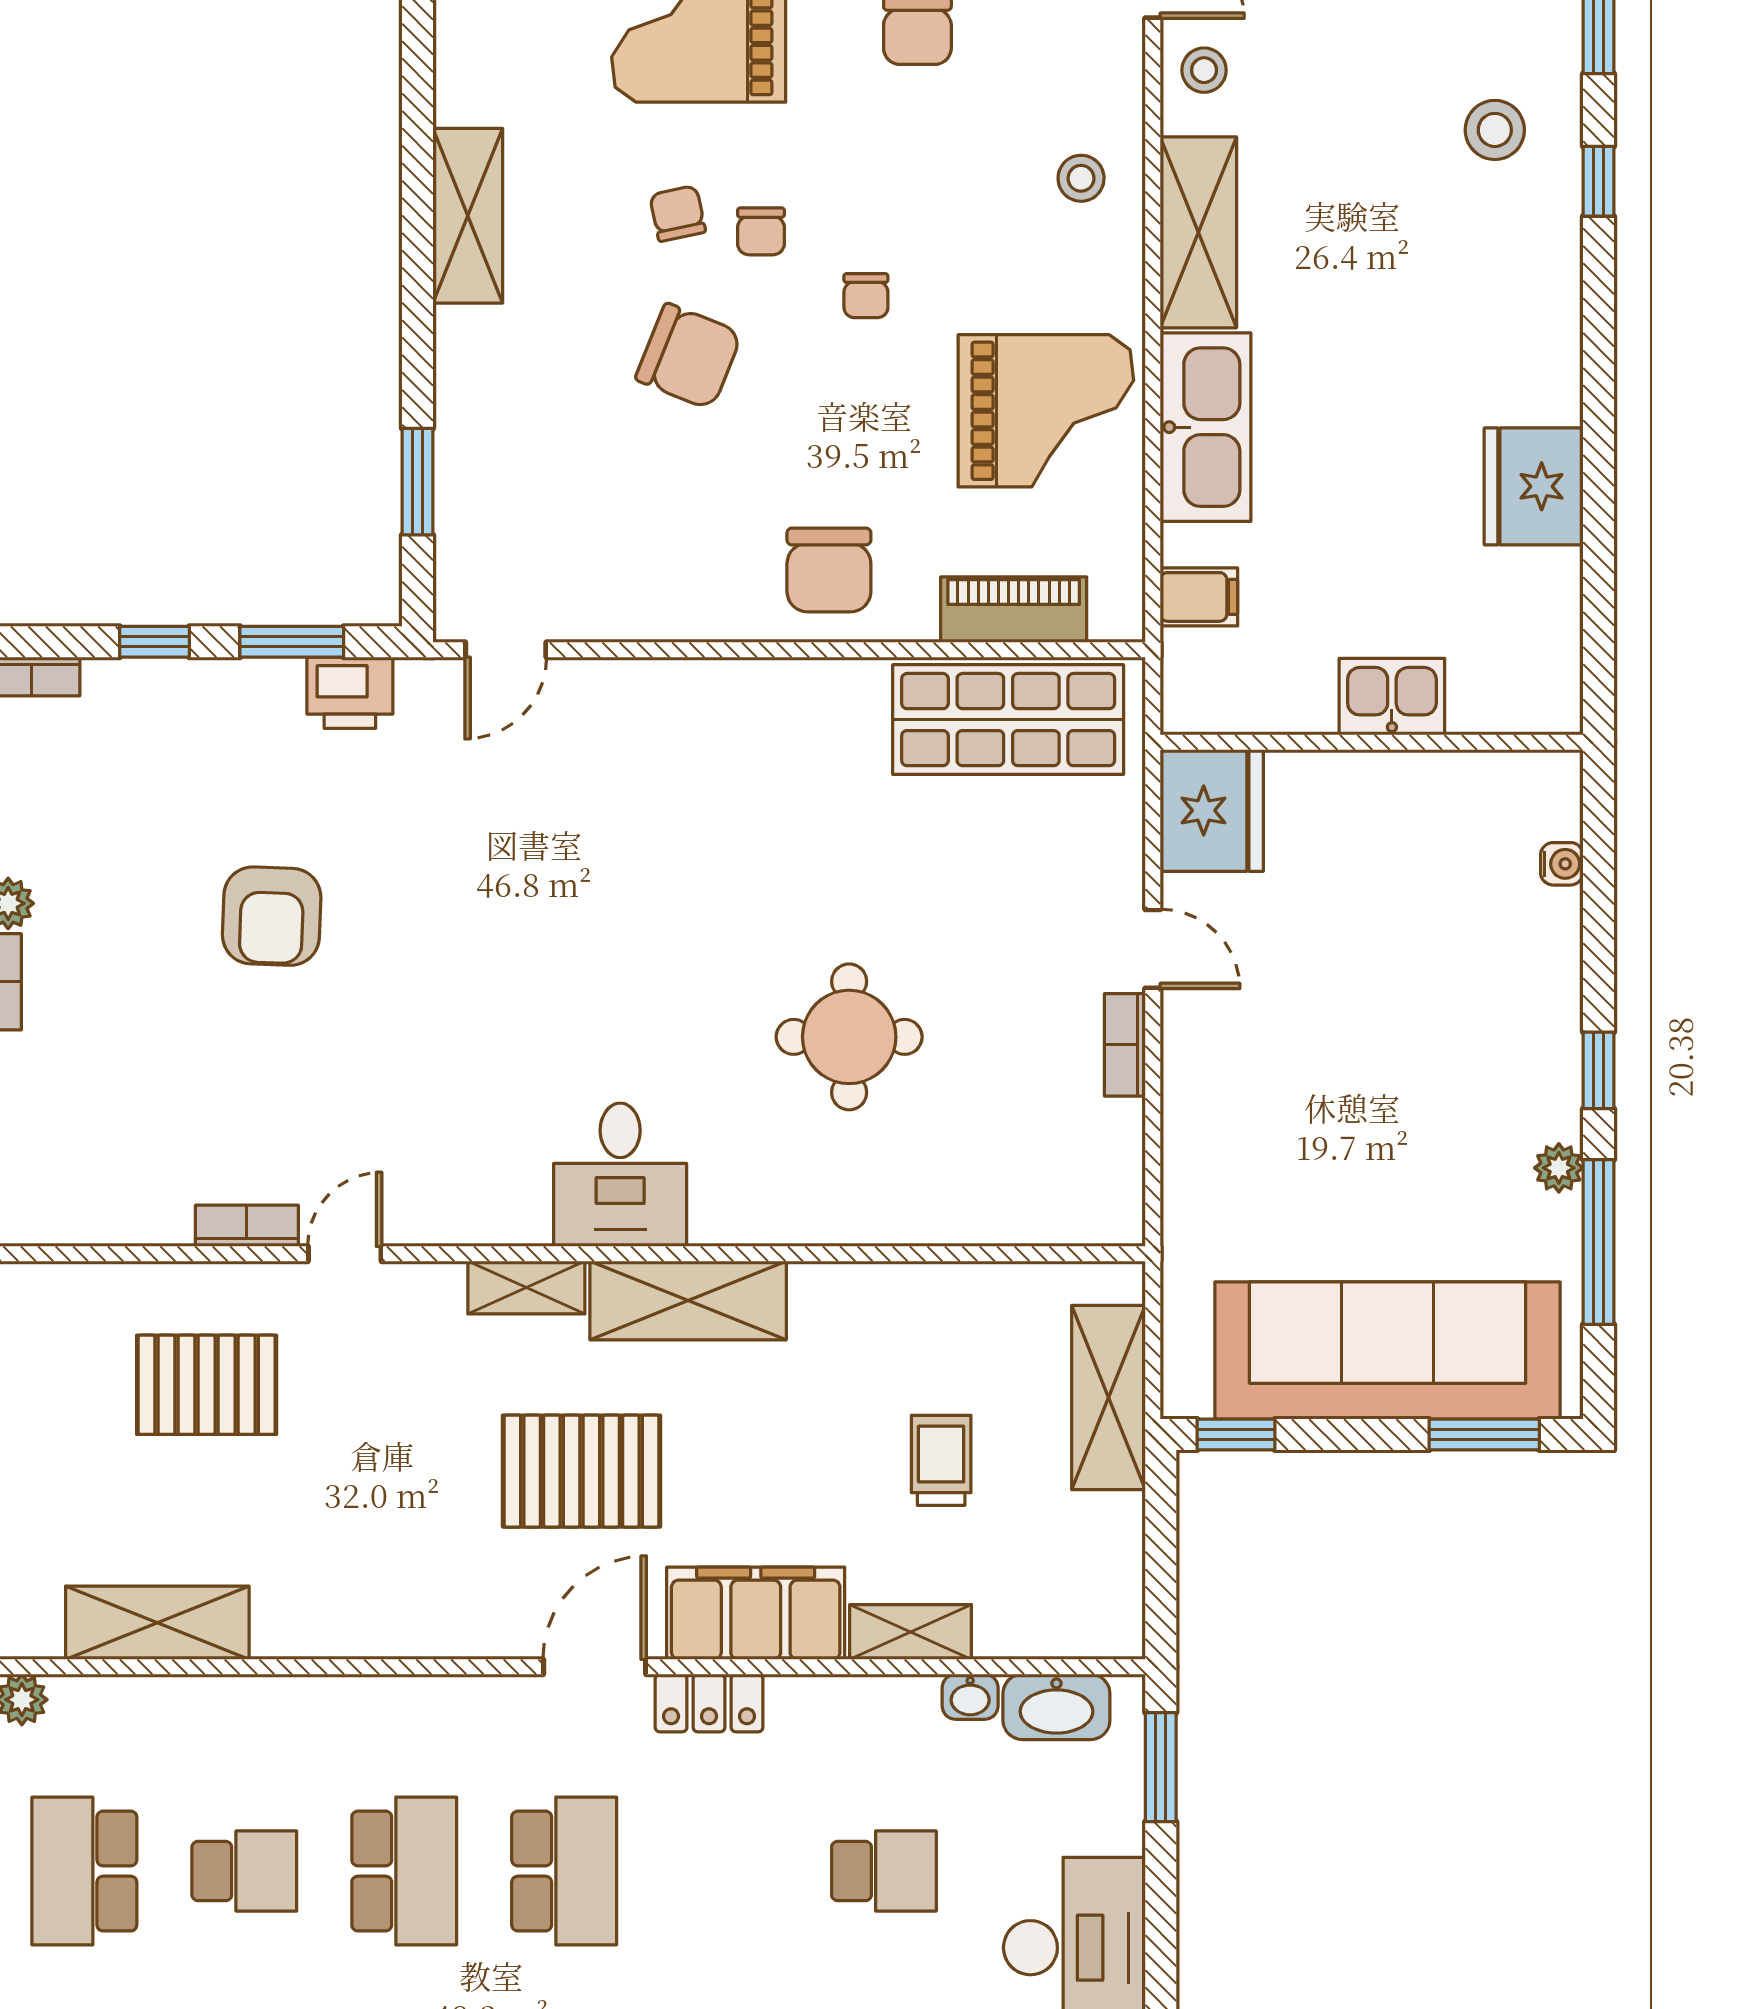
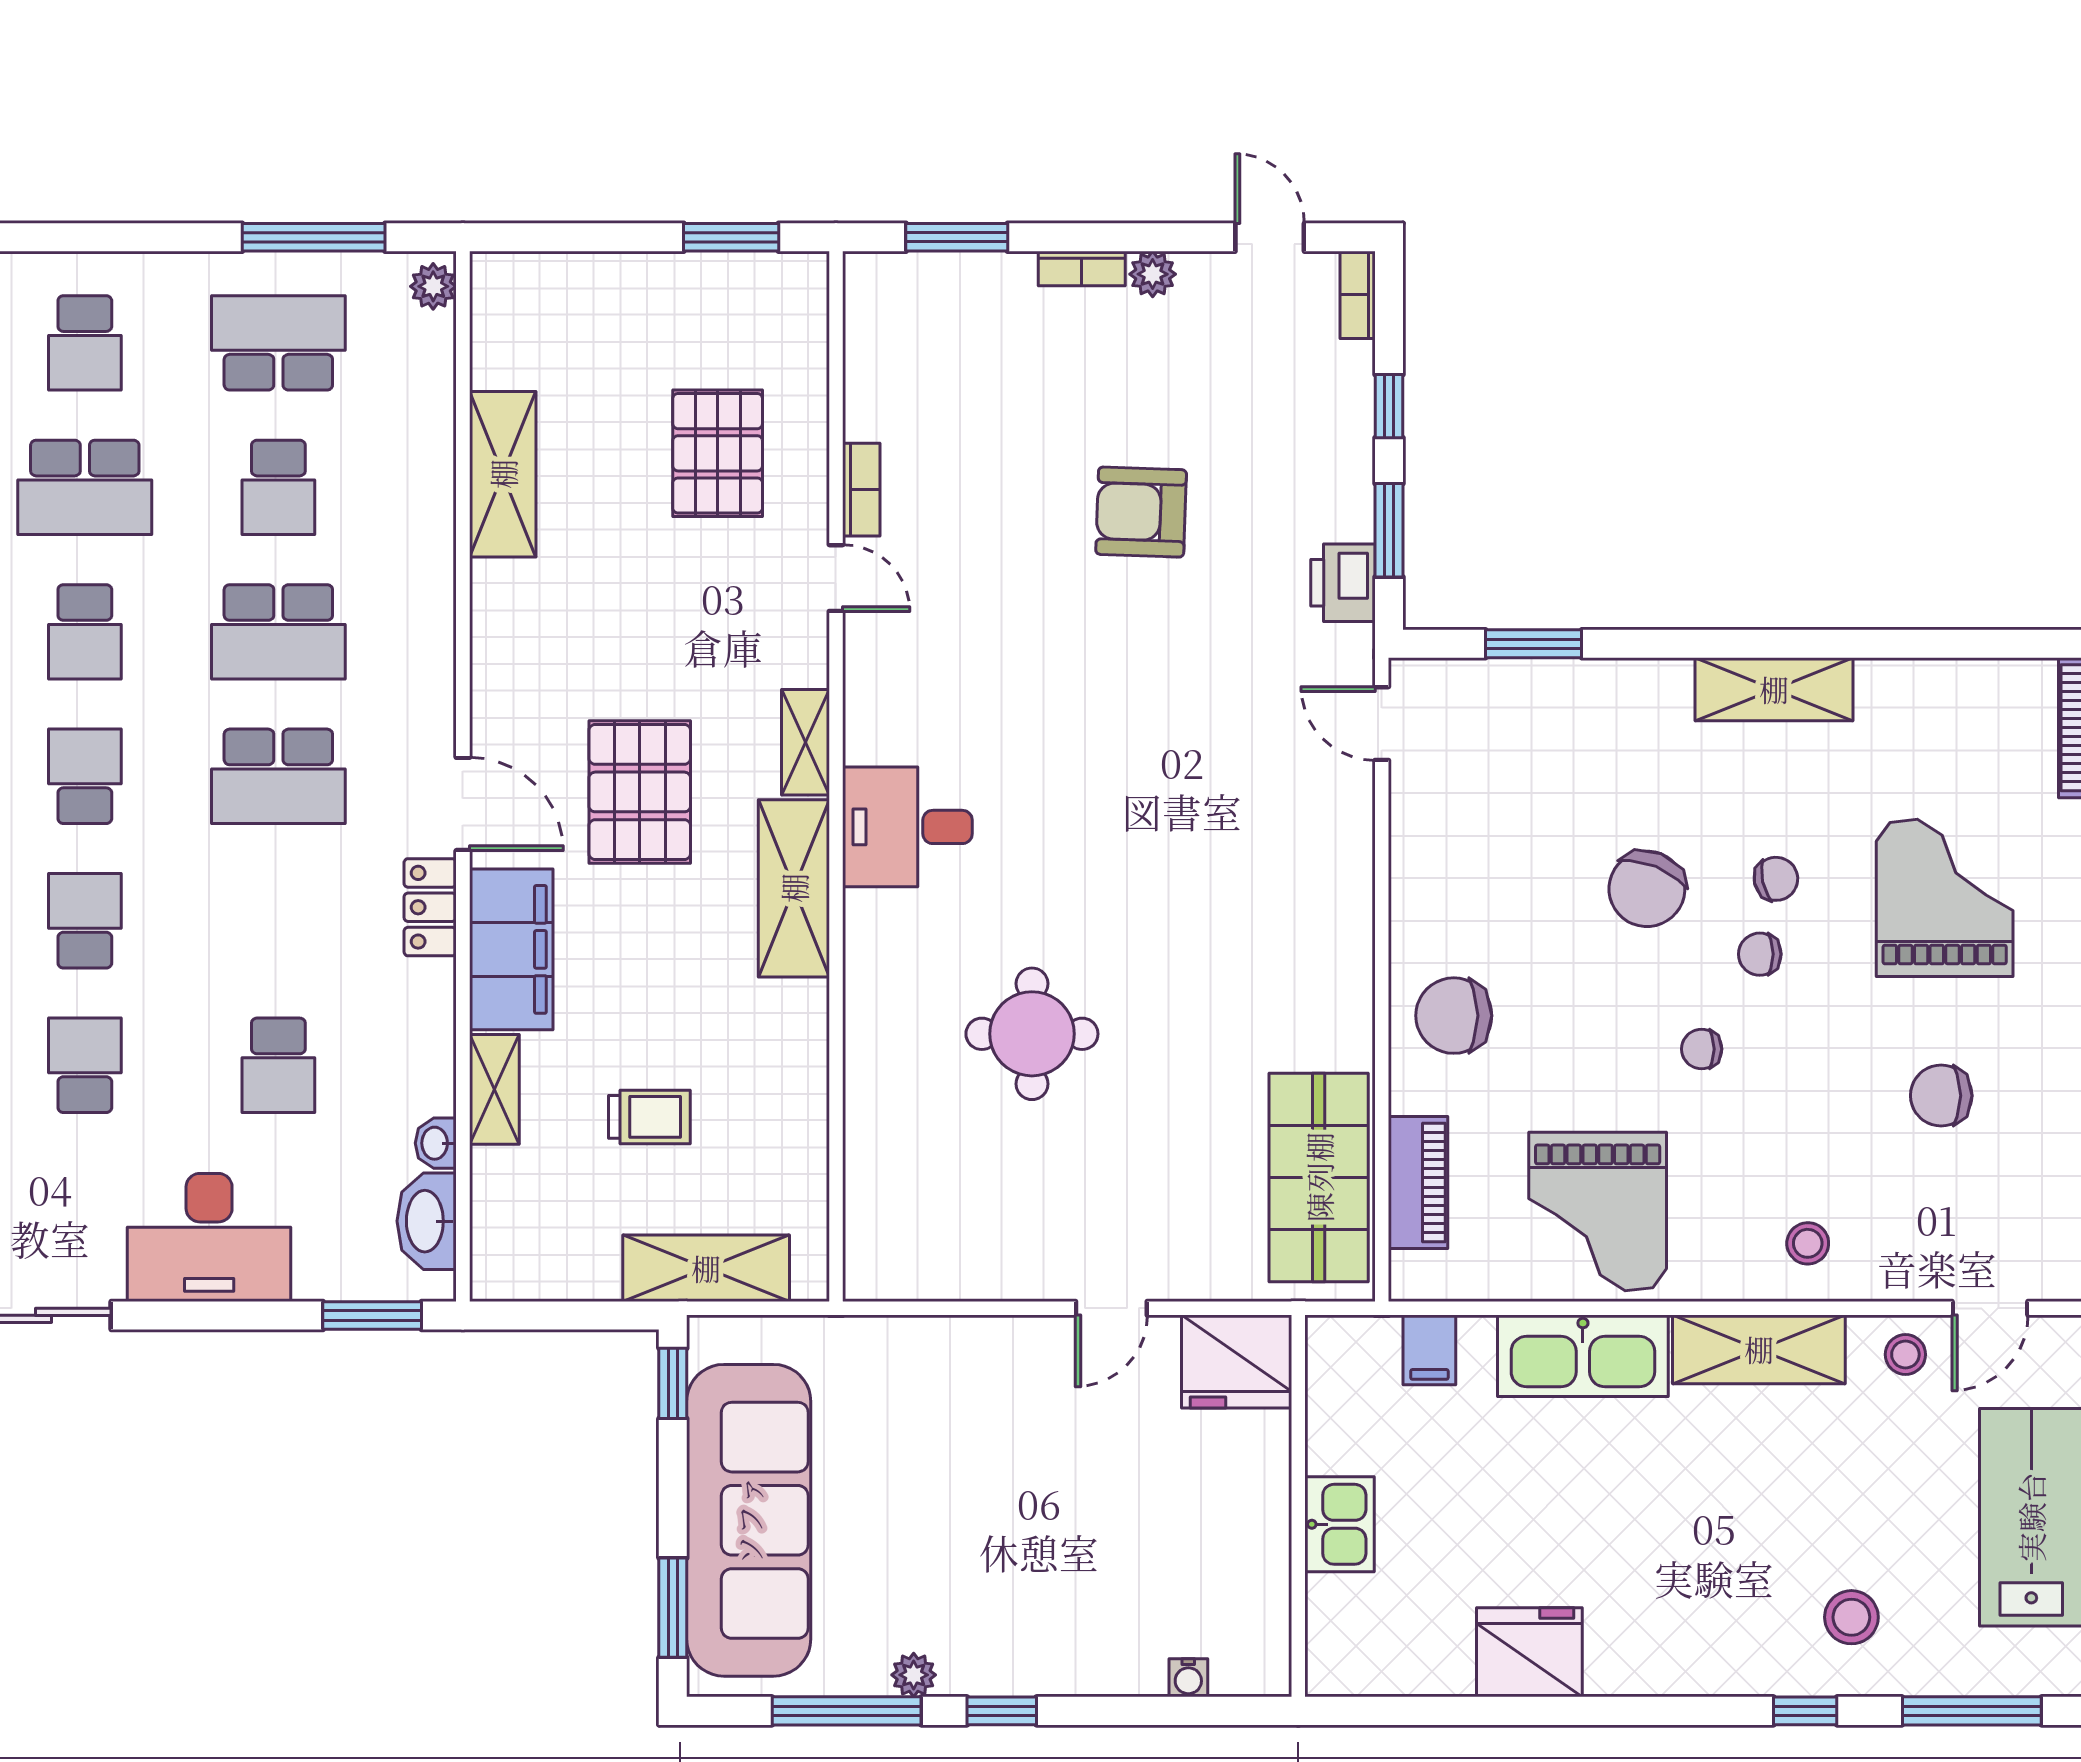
bookcase: (1125, 1045) -> (1025, 1283), removed
shelving: (157, 1623) -> (503, 474), moved

